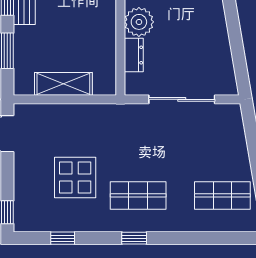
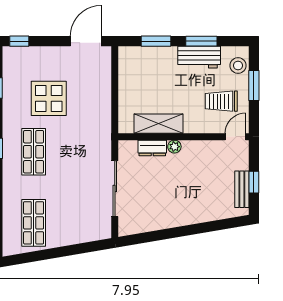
plant: (139, 22) -> (174, 147), width x0.53, depth x0.53
shelving: (63, 84) -> (158, 124), moved, turned 90

